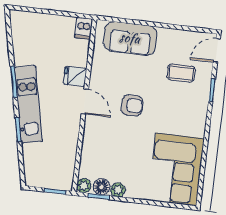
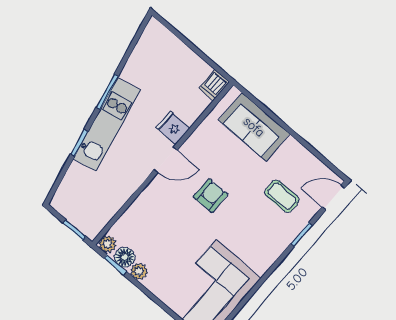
door: (85, 101) -> (166, 160), hinge flipped
armchair: (132, 105) -> (211, 196), turned -90

